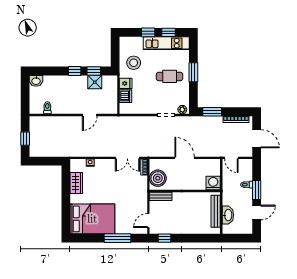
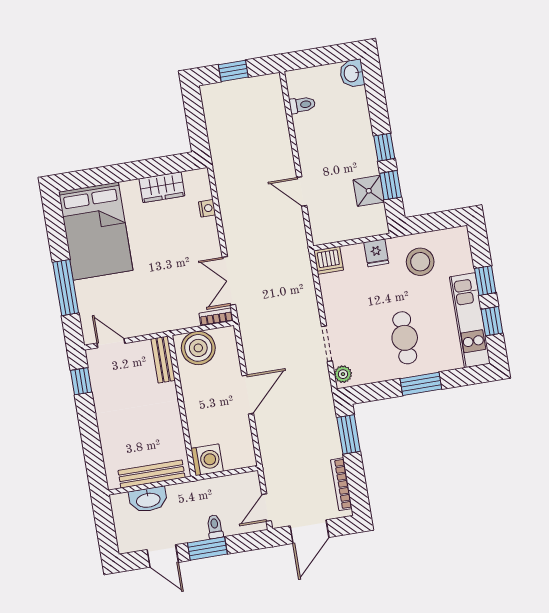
dishwasher: (126, 96) -> (329, 260), moved
door: (231, 158) -> (266, 508), moved

